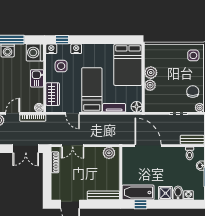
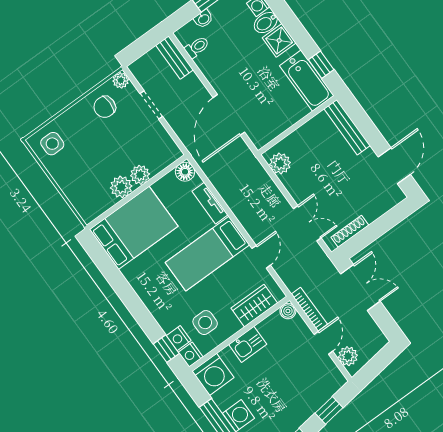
nightstand: (76, 49) -> (179, 338), moved
door: (13, 113) -> (323, 343), swing flipped

